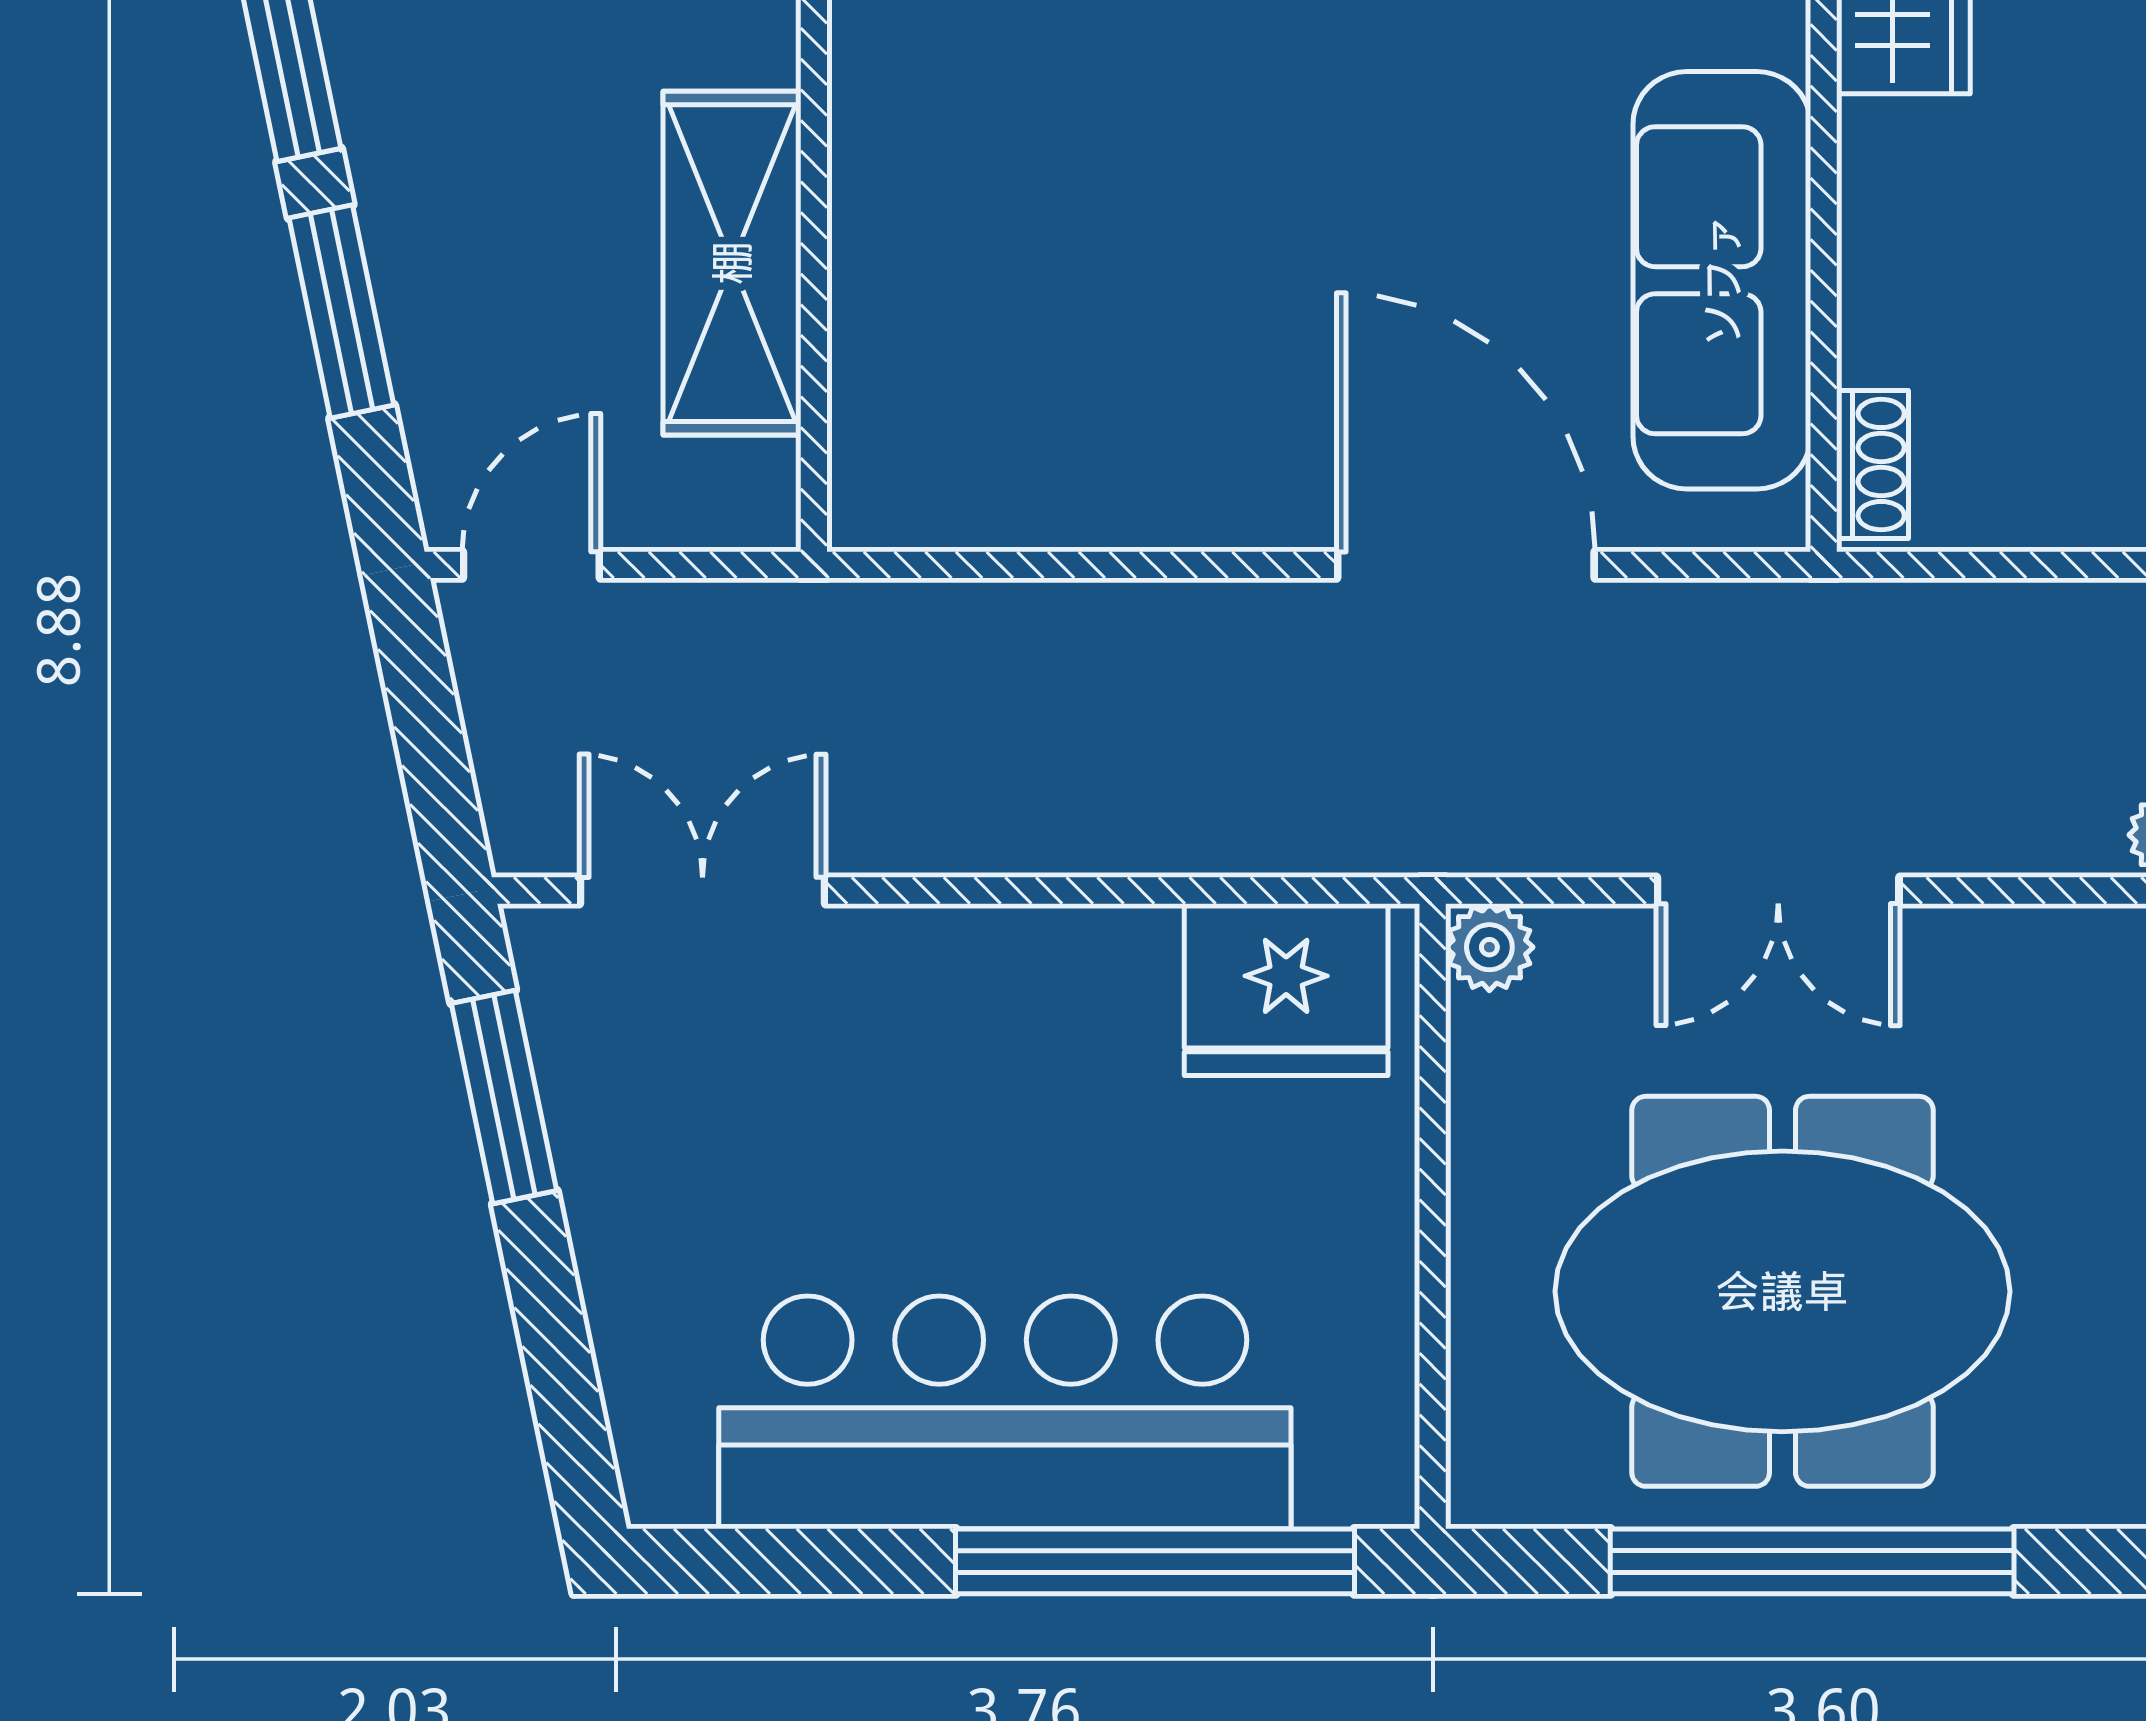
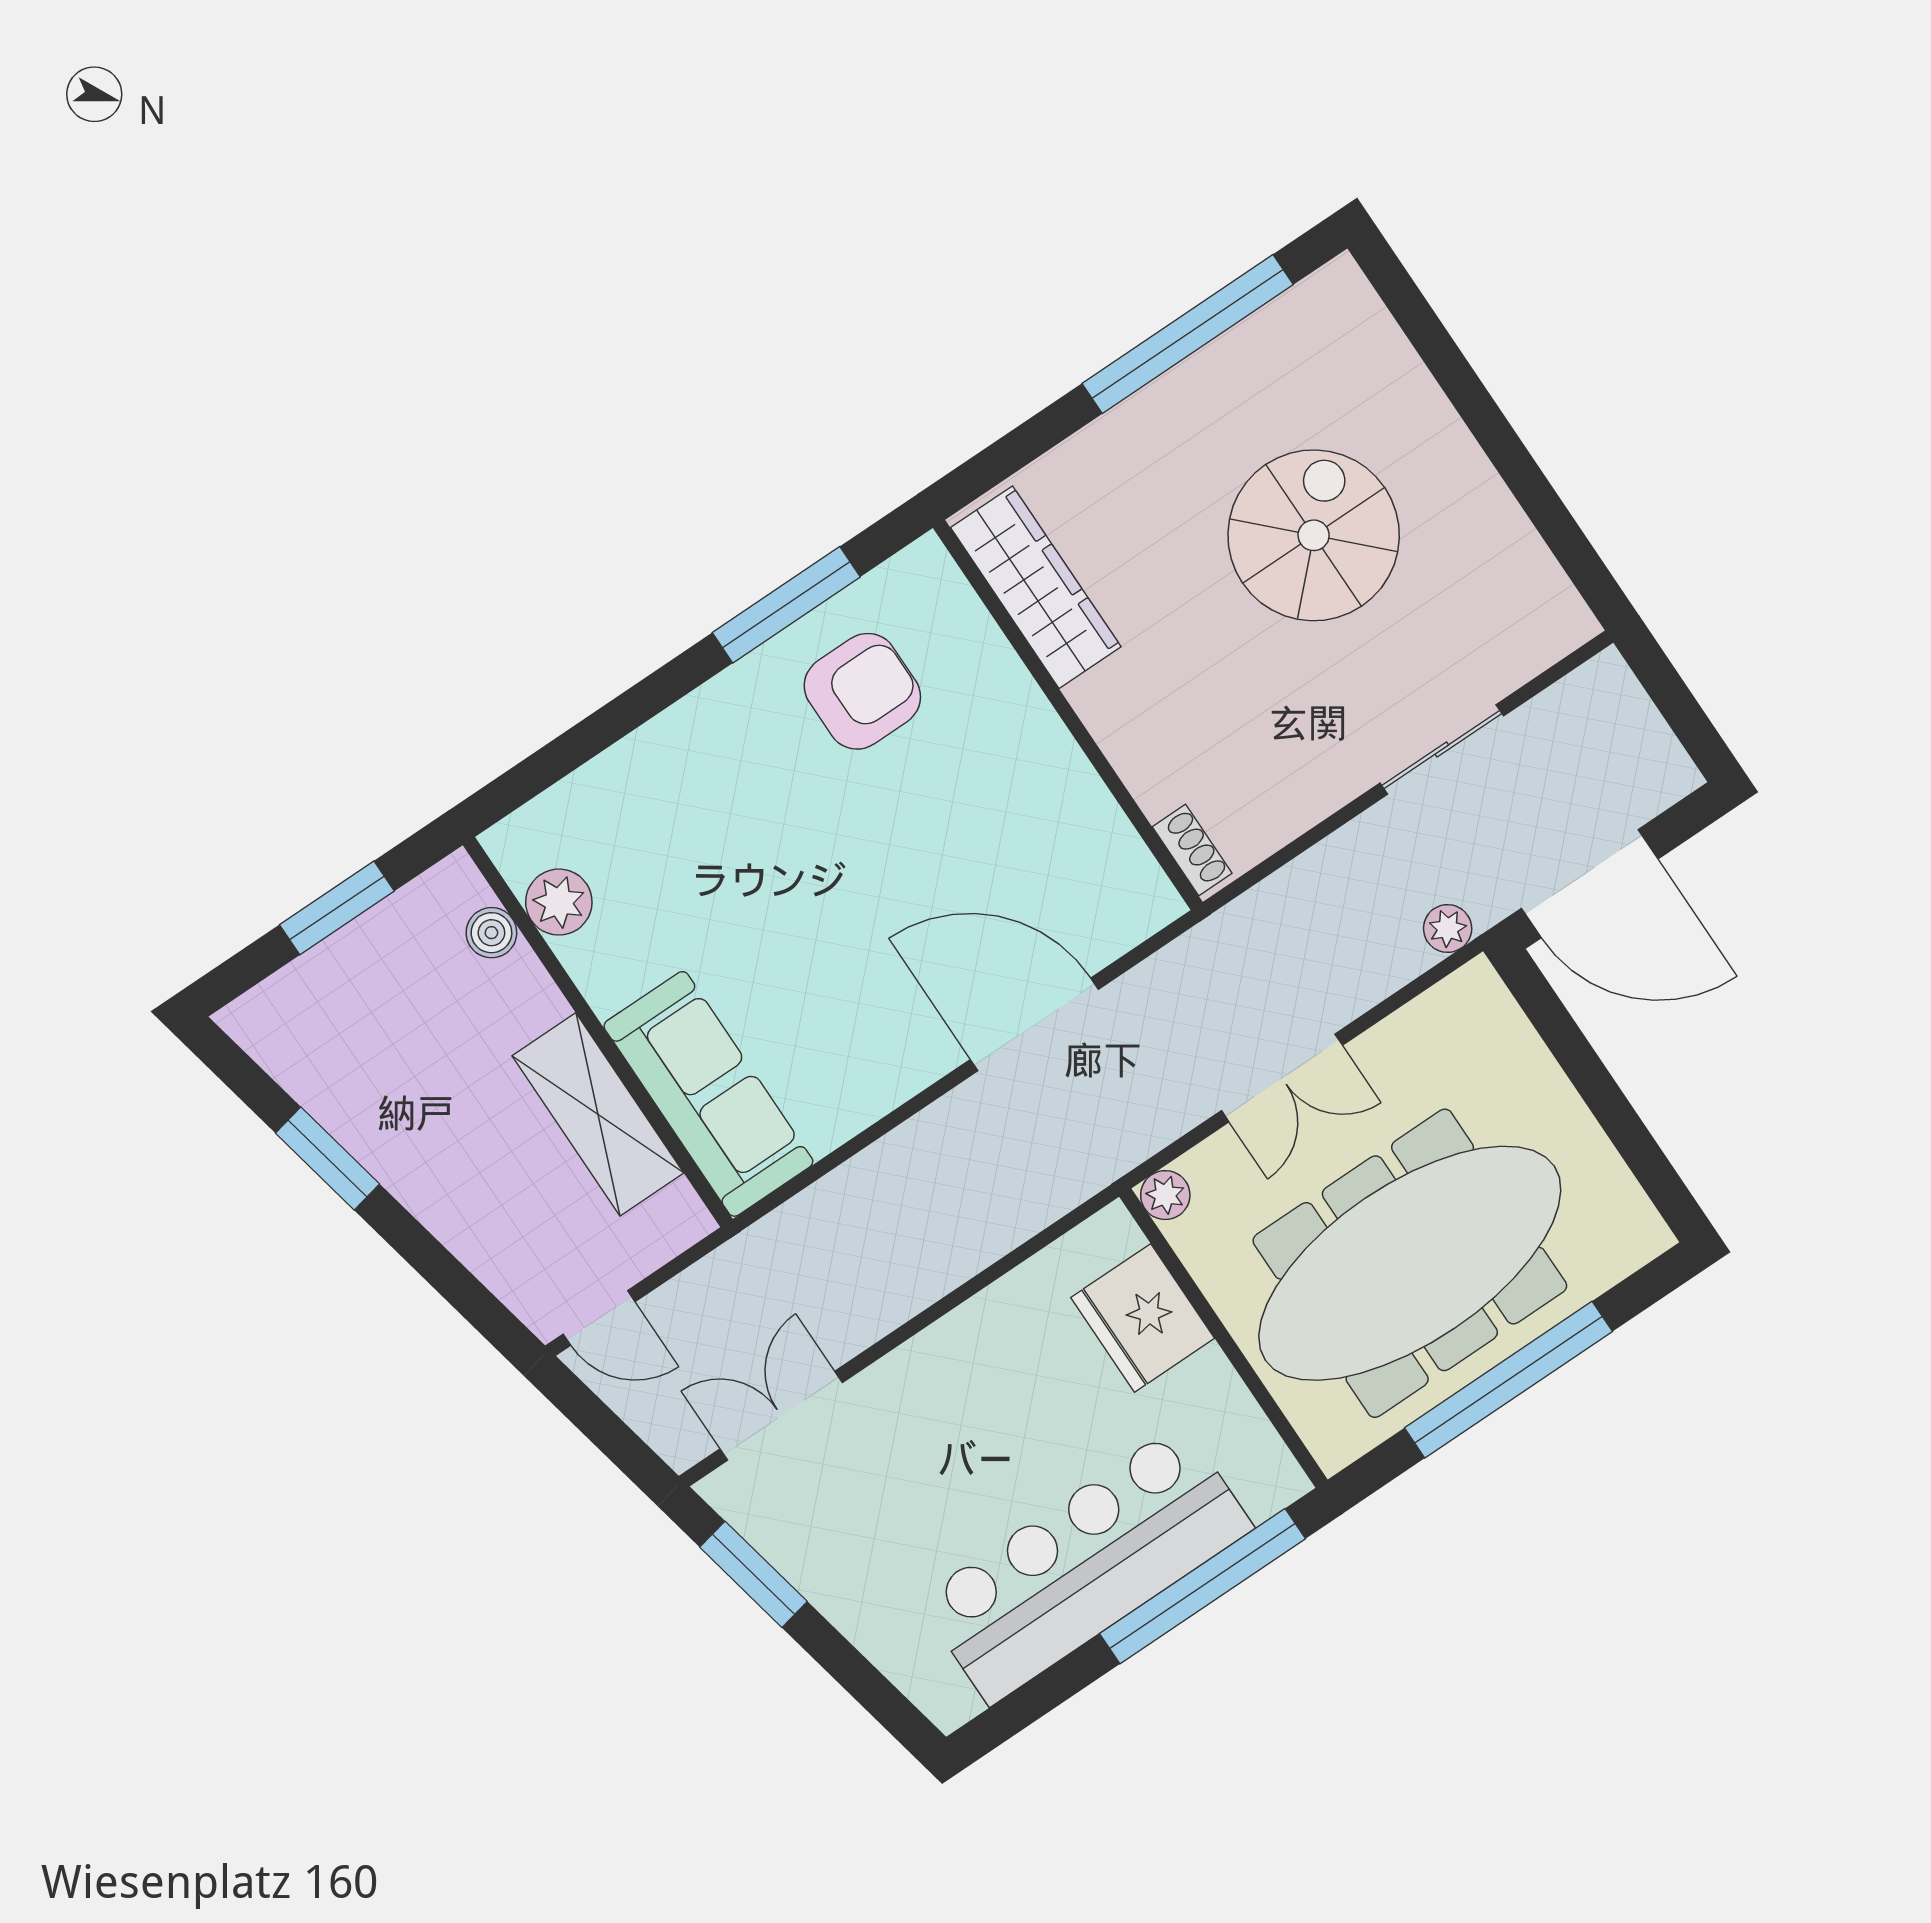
sofa: (1722, 280) -> (708, 1094), moved, turned 180
window: (341, 311) -> (431, 1260), removed
door: (531, 565) -> (599, 1318), swing flipped
fridge: (1286, 990) -> (1143, 1318), moved, turned 90
meeting table: (1782, 1291) -> (1410, 1263), width x1.36

